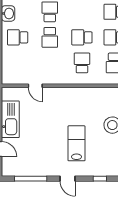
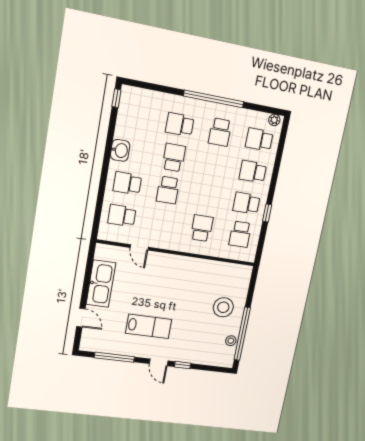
school desk: (82, 37) -> (122, 216), moved
lab bench: (77, 143) -> (149, 326), moved, turned 90
window: (100, 179) -> (183, 365), moved

